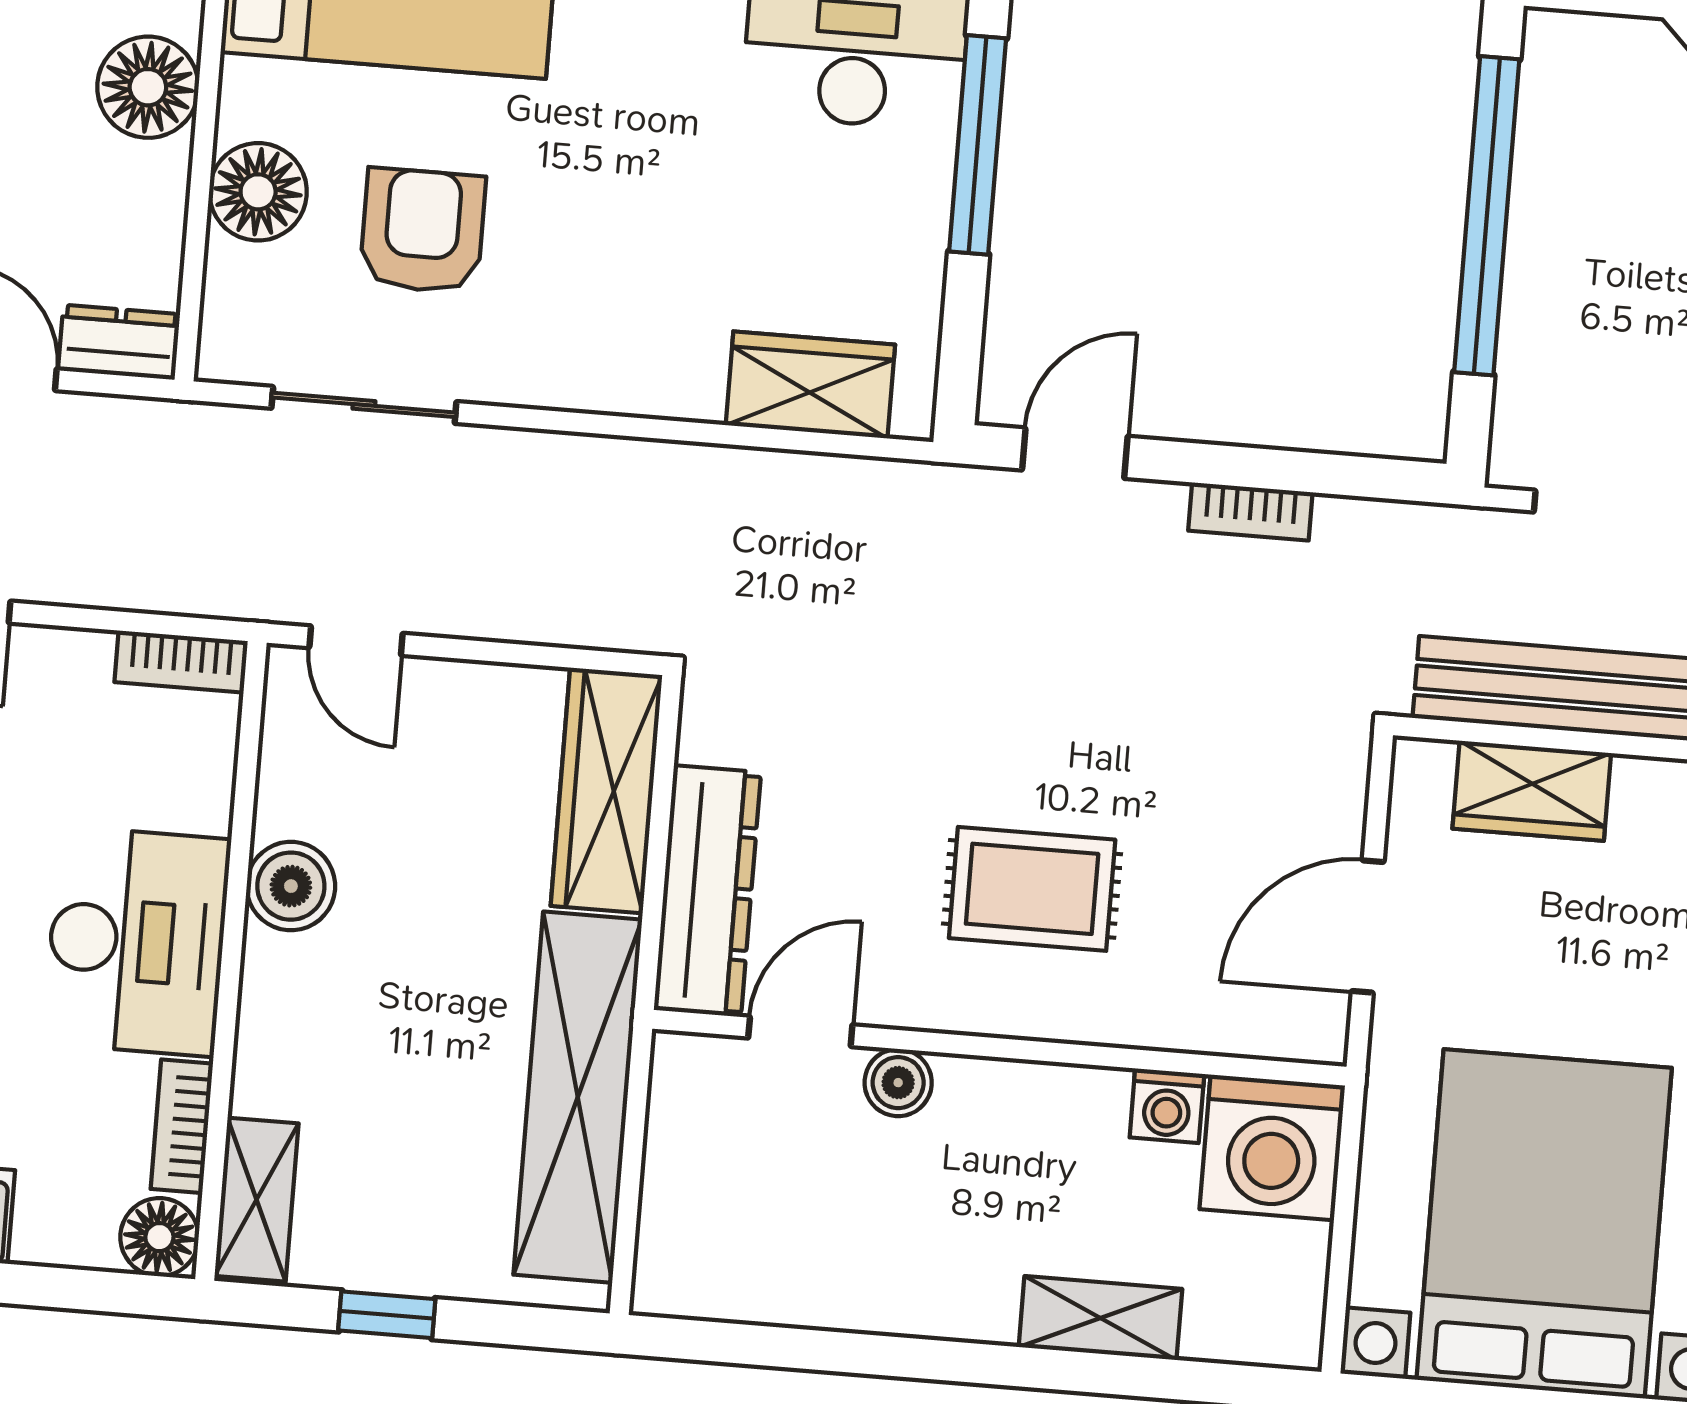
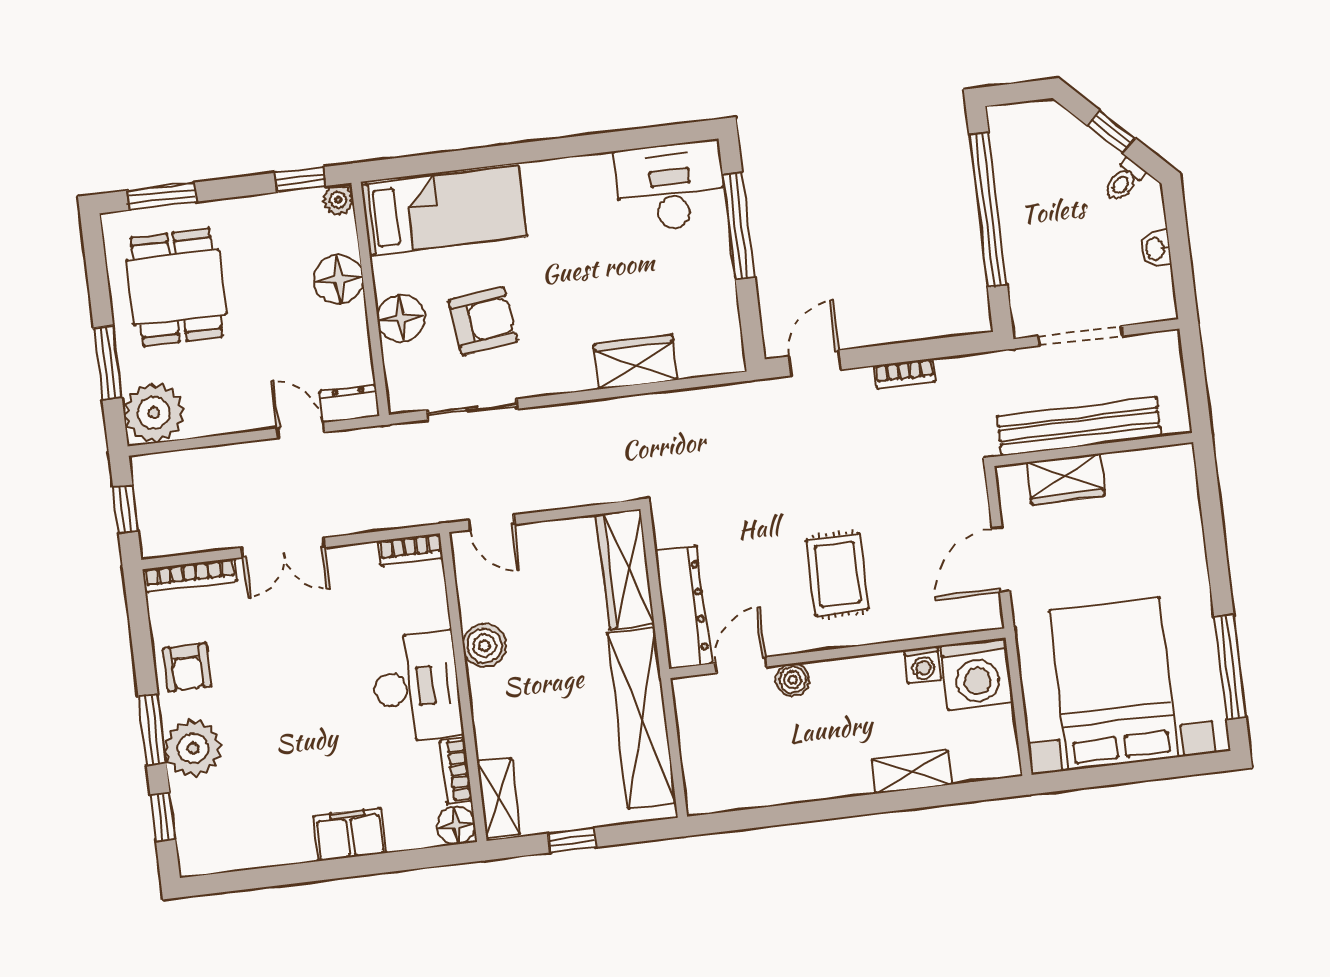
armchair: (422, 231) -> (483, 321), turned 83
wardrobe: (810, 385) -> (636, 362), moved
rug: (1032, 889) -> (837, 574), turned 90

